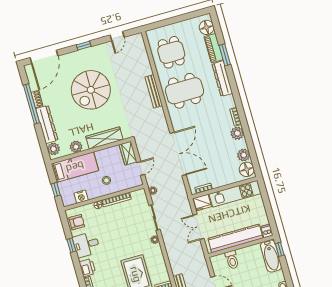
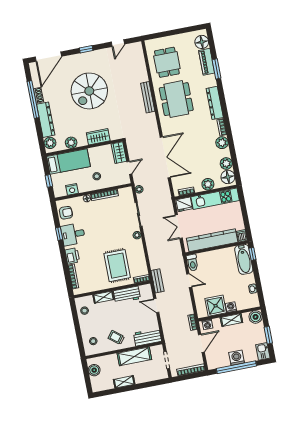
dresser: (222, 79) -> (215, 103), moved
dining table: (184, 91) -> (176, 99), turned 90
wardrobe: (104, 138) -> (98, 137), width x0.67
plant: (226, 179) -> (208, 184), added
toilet: (232, 260) -> (192, 263), moved

